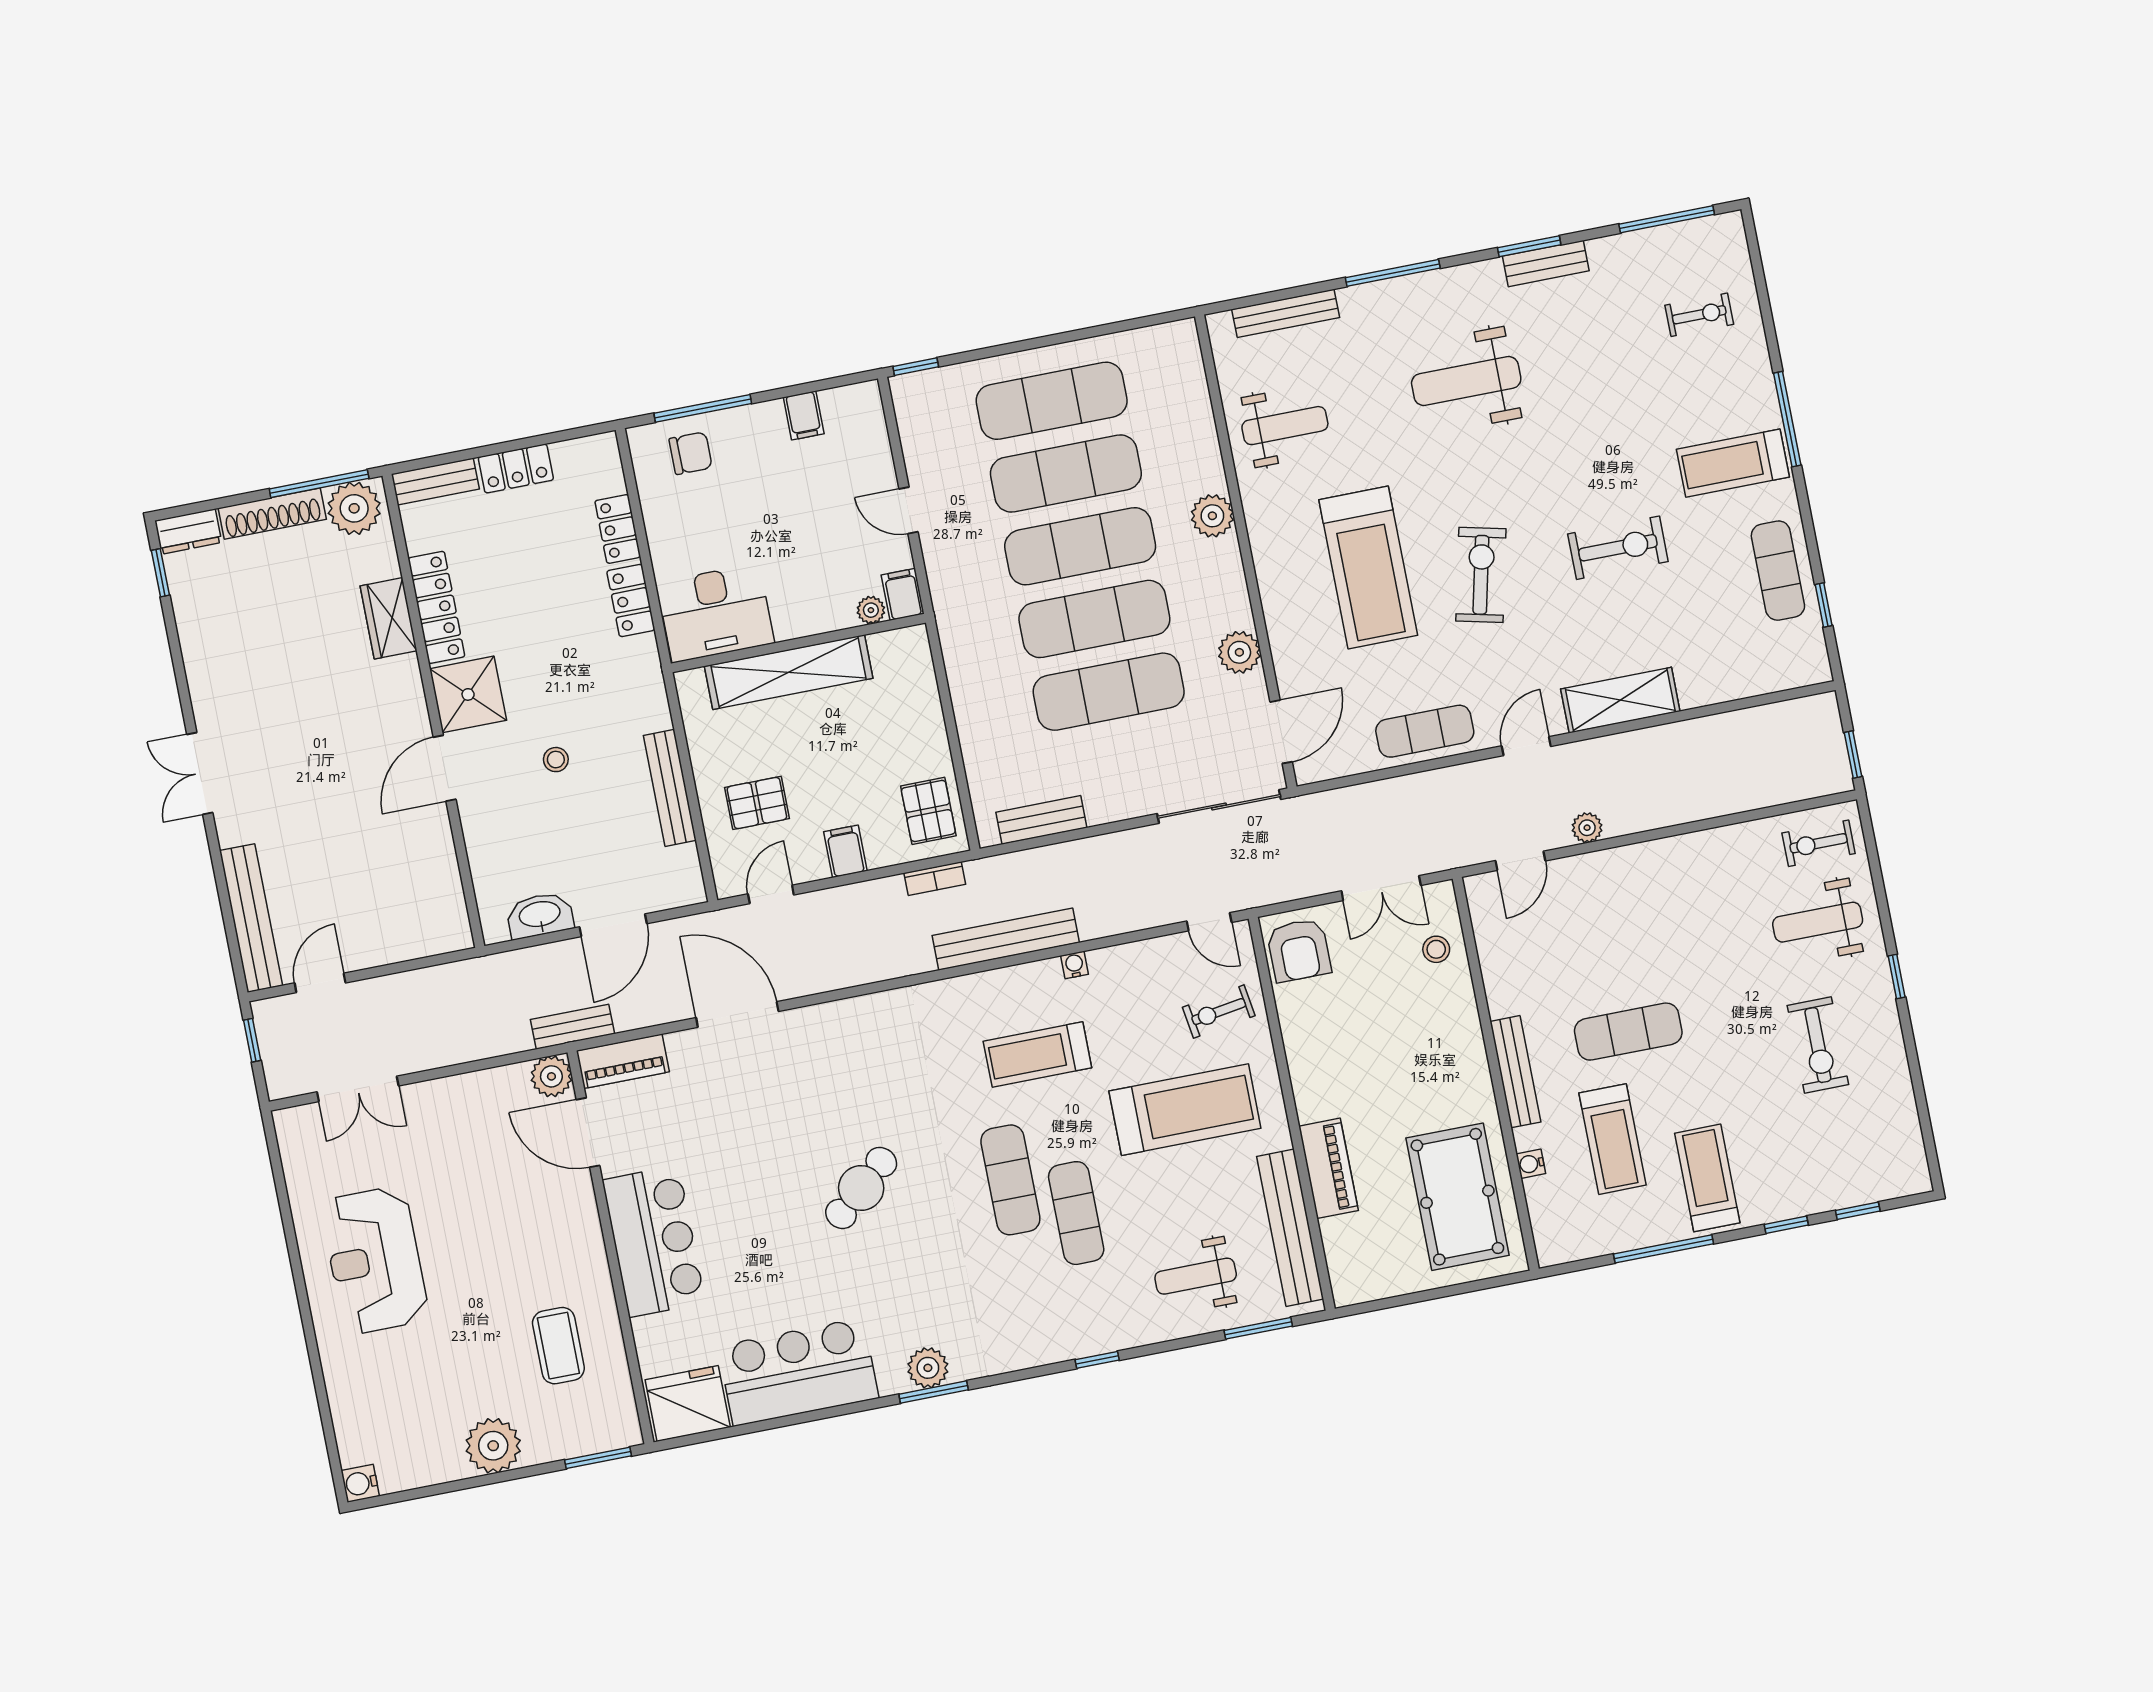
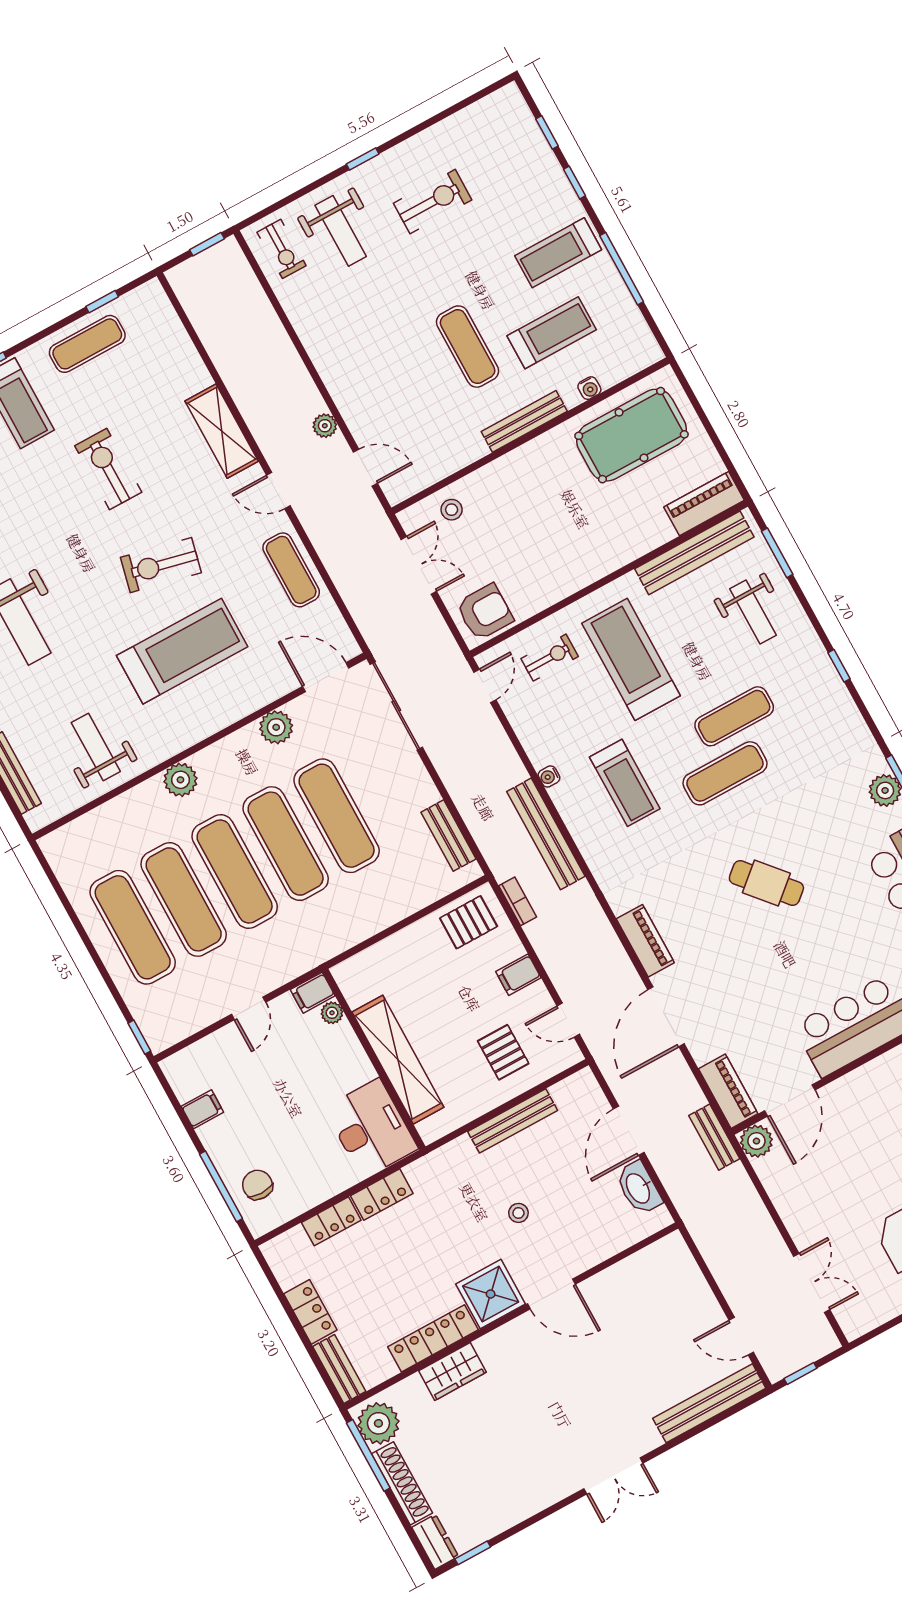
door: (613, 925) -> (629, 1131), swing flipped
exercise bike: (1219, 1012) -> (550, 658), turned -81
piano: (838, 1019) -> (645, 941), added
piano: (1328, 1168) -> (704, 504), moved

